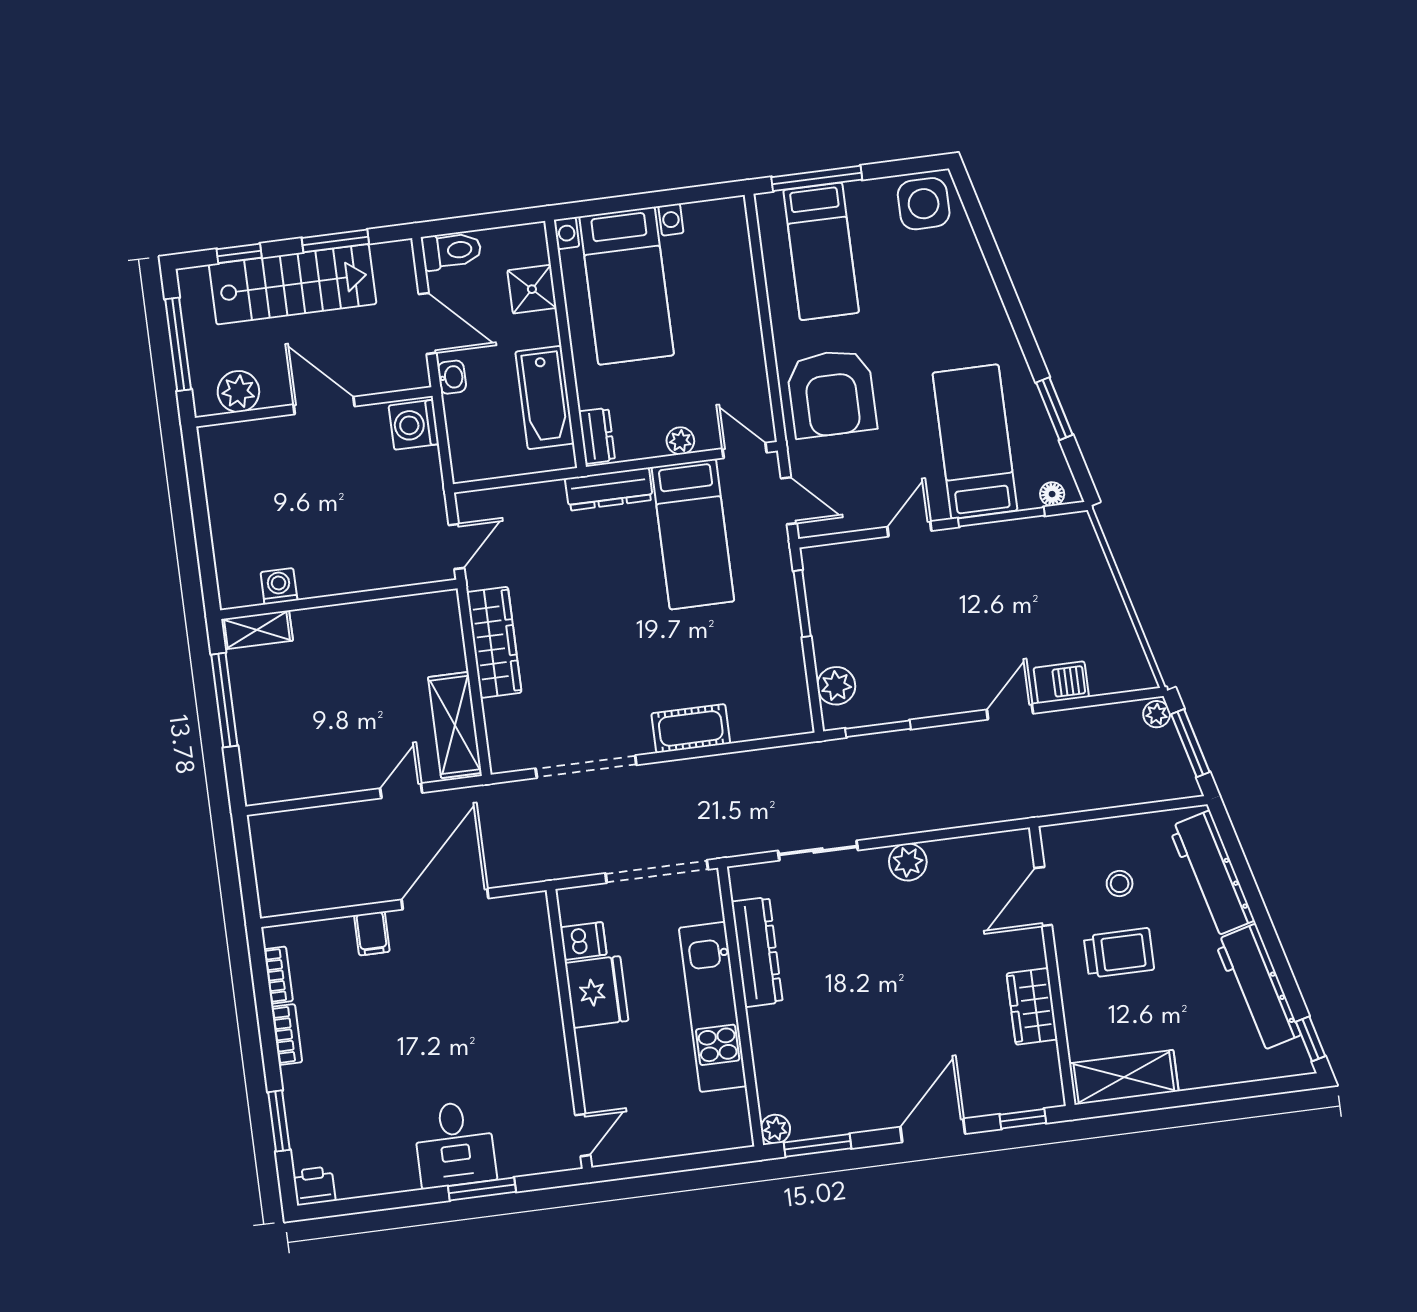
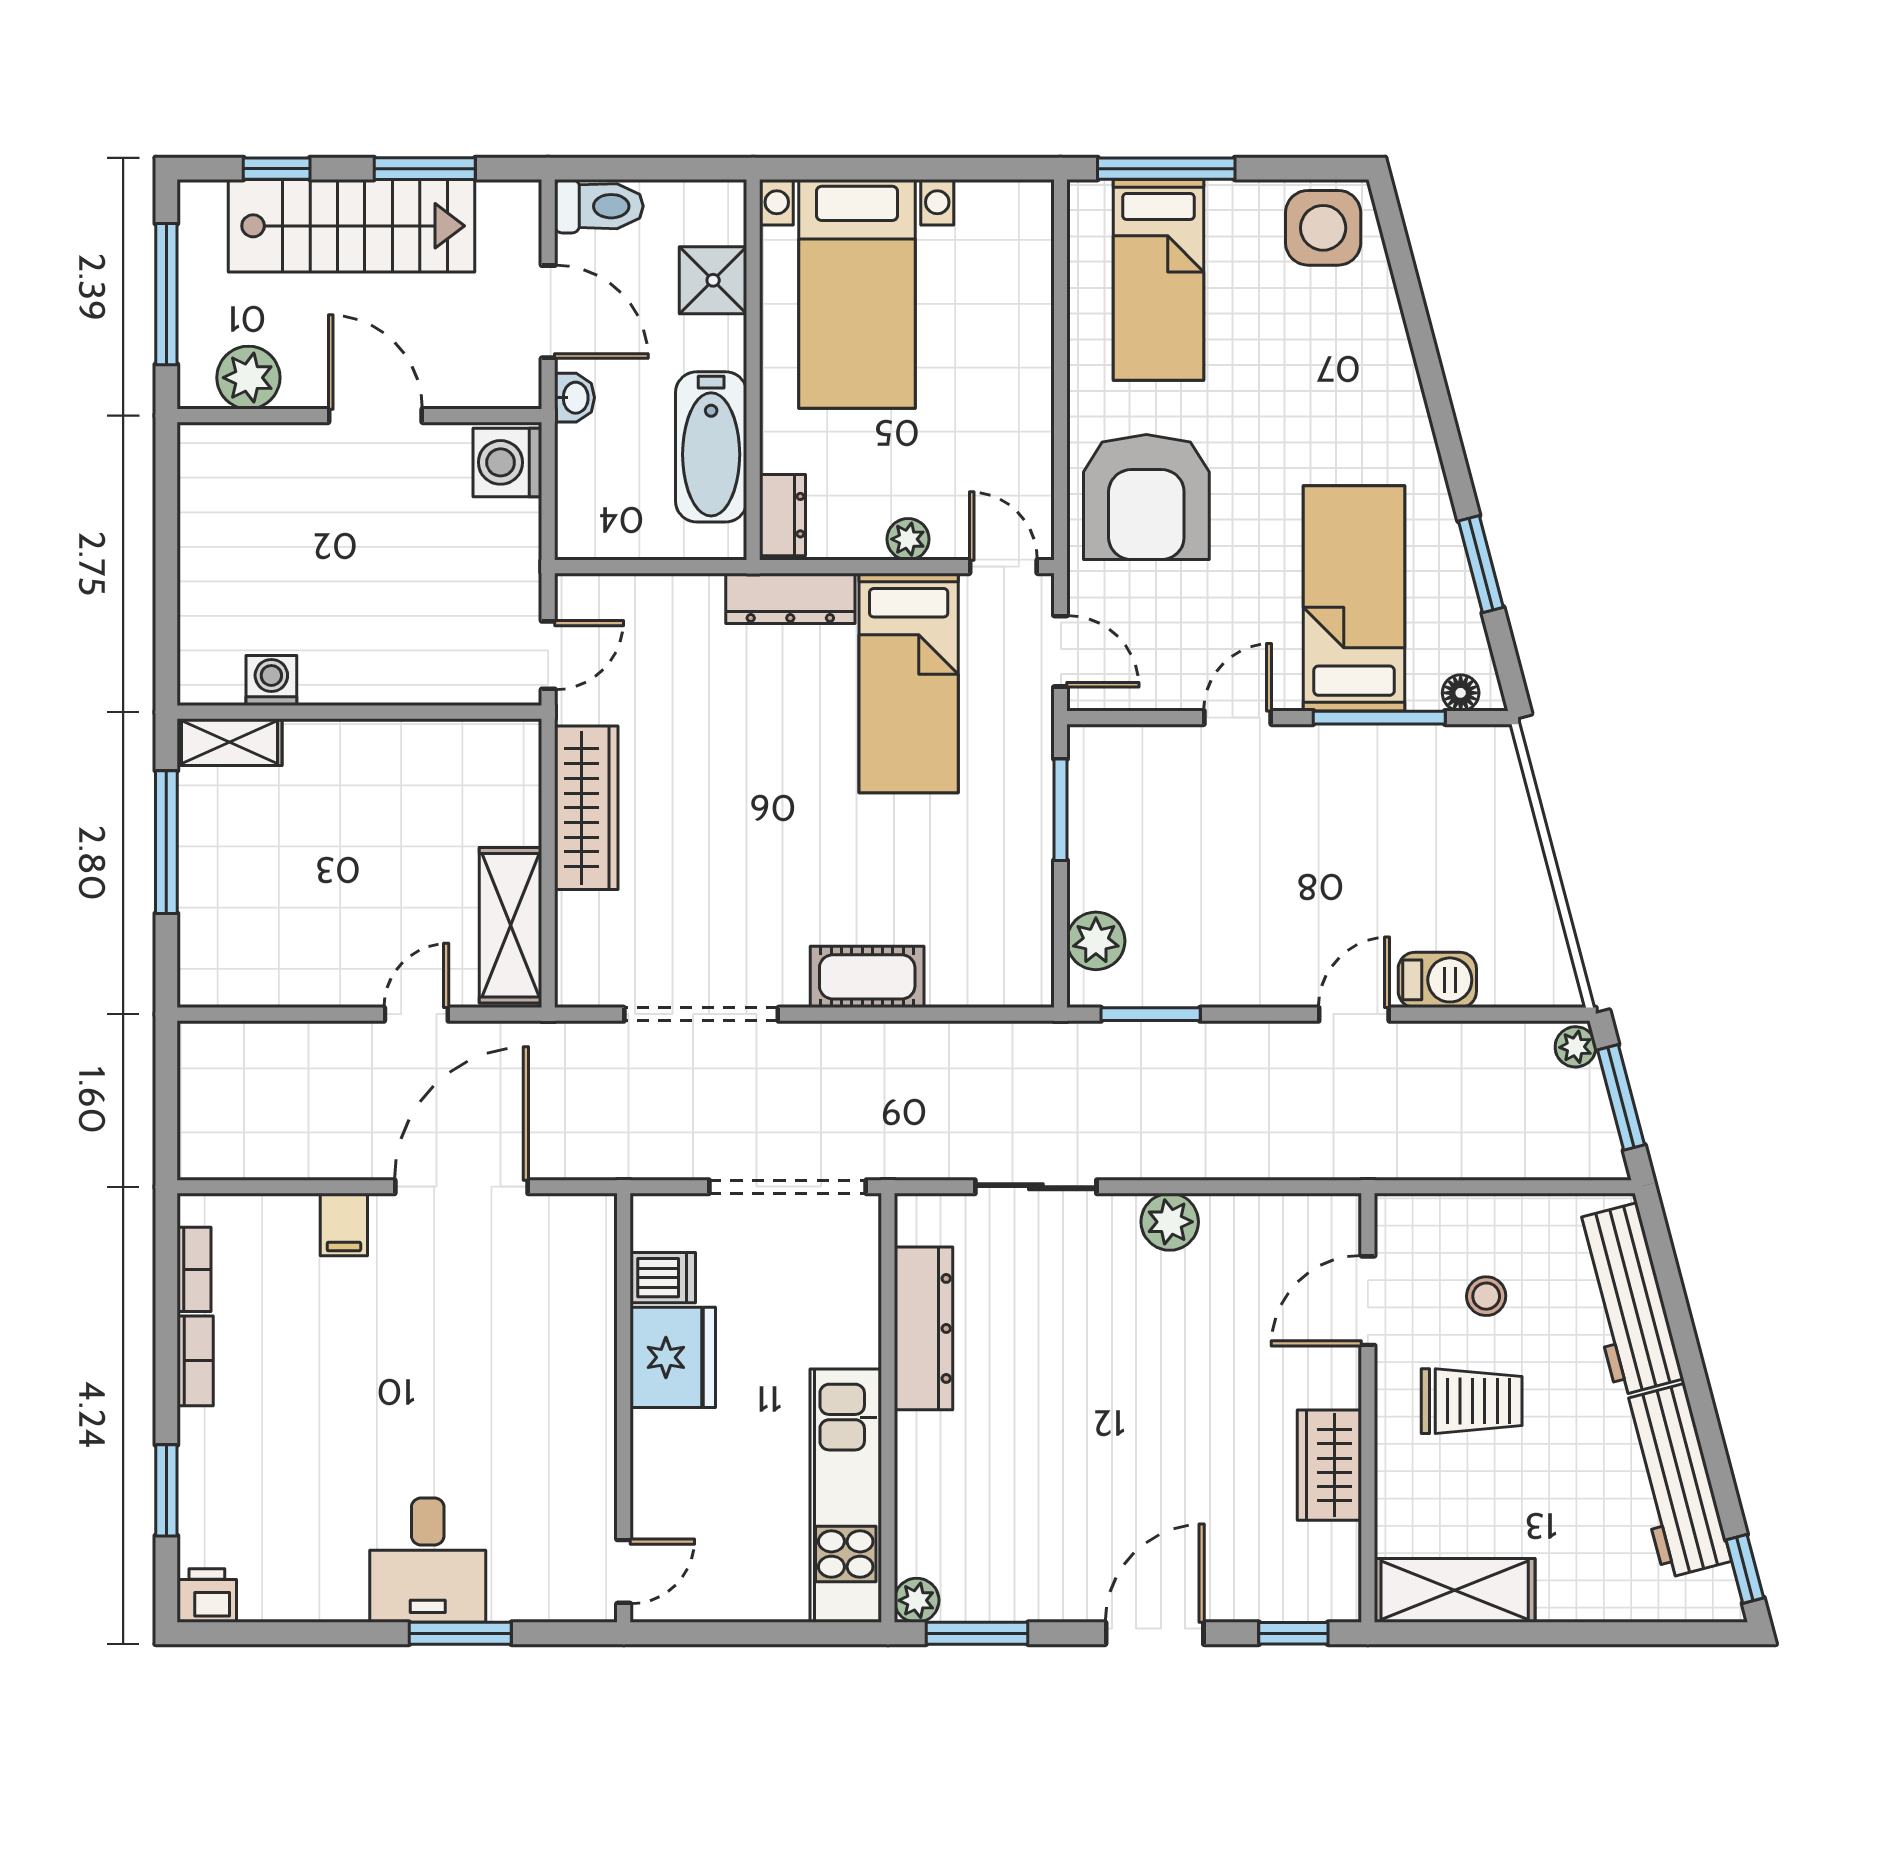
kitchen unit: (713, 1007) -> (846, 1496), moved

